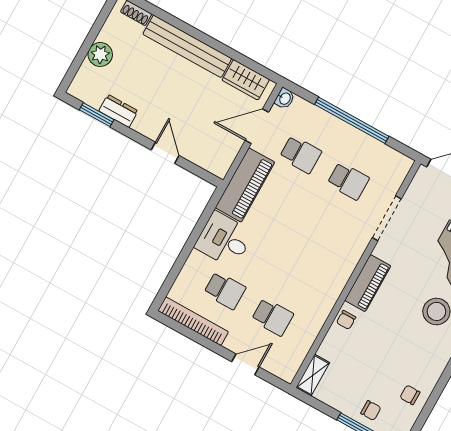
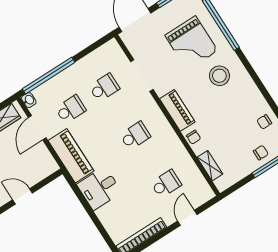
window: (352, 120) -> (49, 76), moved
school desk: (225, 290) -> (135, 136), moved
shelving: (313, 375) -> (210, 166), moved

